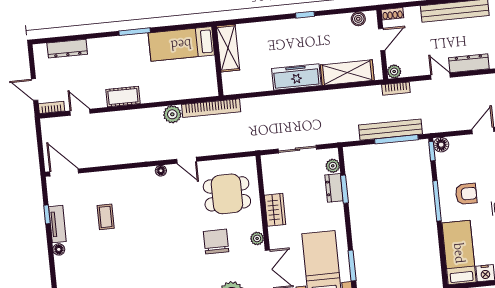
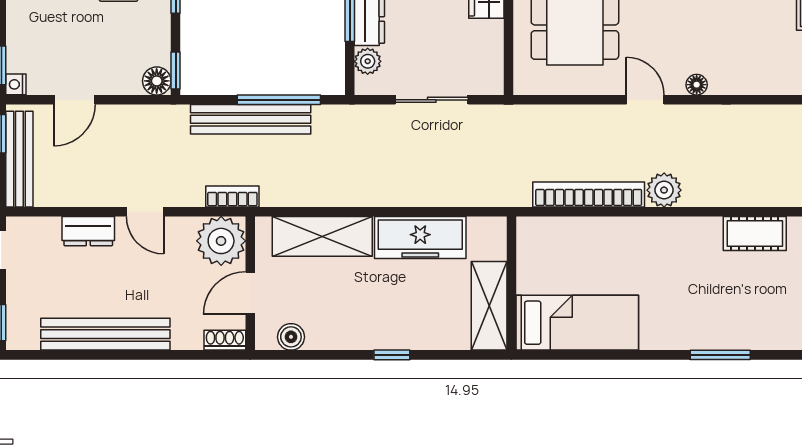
bed: (181, 44) -> (577, 323), moved
shelving: (228, 48) -> (489, 306), moved
wall: (218, 61) -> (512, 283), moved
dresser: (469, 63) -> (88, 231), width x0.70
plant: (394, 72) -> (221, 241), width x1.87, depth x1.87
window: (396, 139) -> (279, 100), moved

